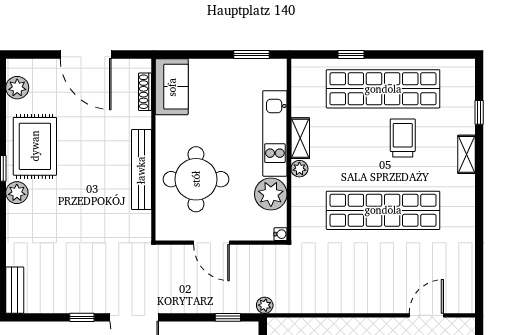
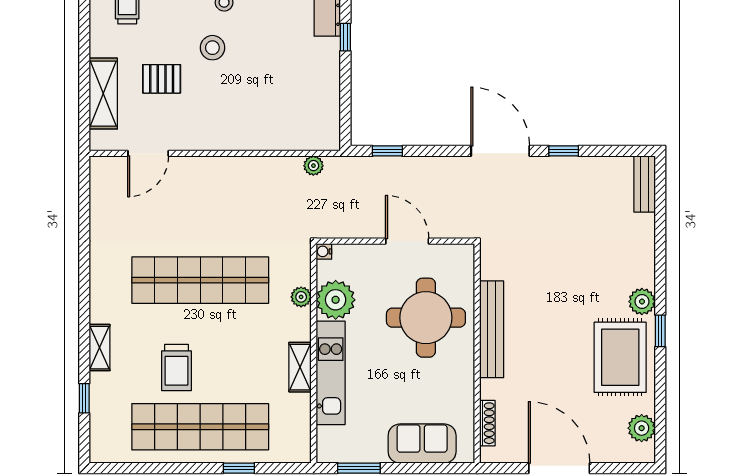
sofa: (172, 87) -> (422, 444), moved, turned 90
plant: (299, 169) -> (301, 297), moved
plant: (265, 305) -> (313, 166), moved

